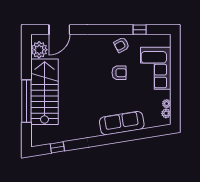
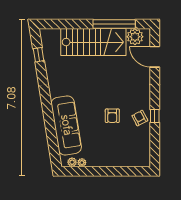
window: (140, 30) -> (155, 116), moved
corner sofa: (156, 68) -> (117, 152), removed
window: (26, 101) -> (114, 24), moved
sofa: (122, 123) -> (66, 125), width x1.36, depth x1.27

